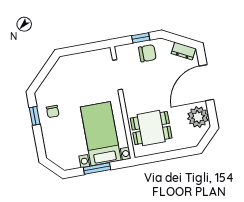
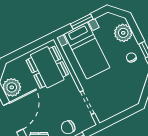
dining table: (151, 128) -> (47, 67), width x1.38
plant: (54, 142) -> (123, 33), added

